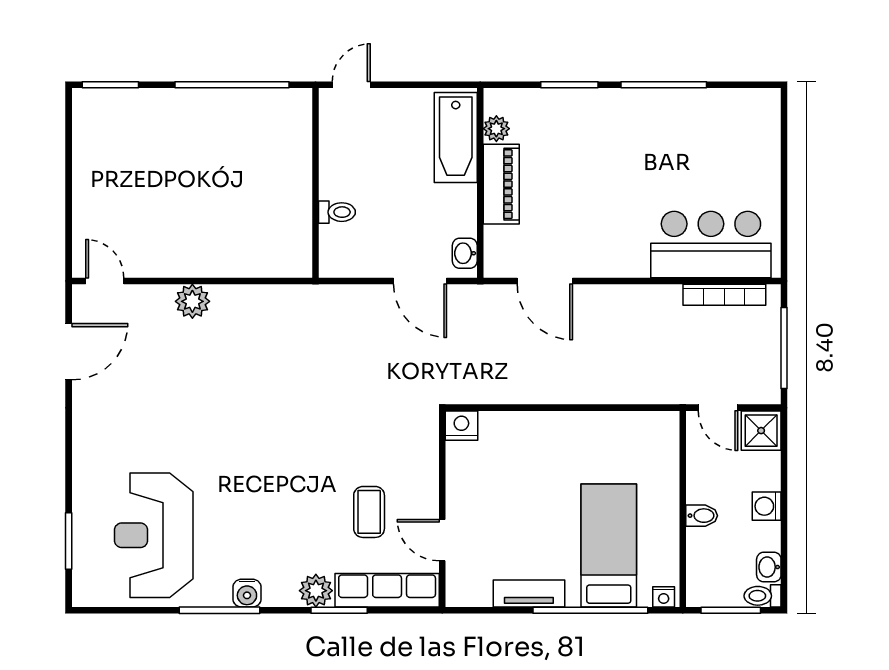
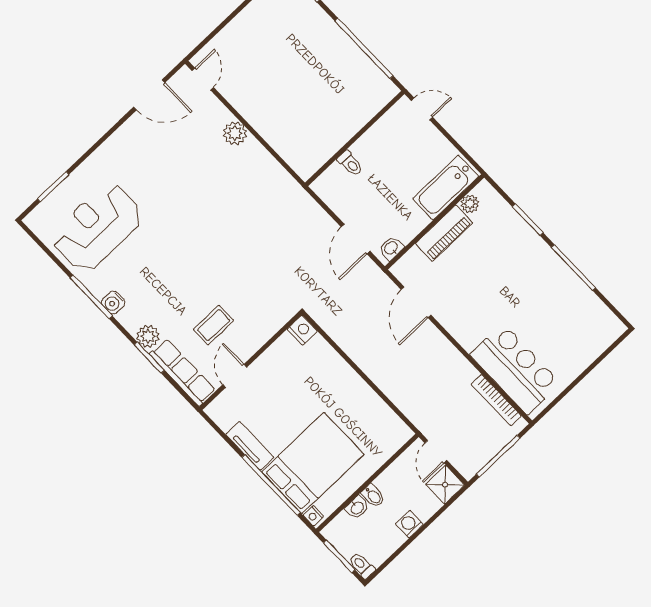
bed: (609, 545) -> (313, 463), width x1.50
washbasin: (769, 567) -> (357, 508), moved, turned 180

